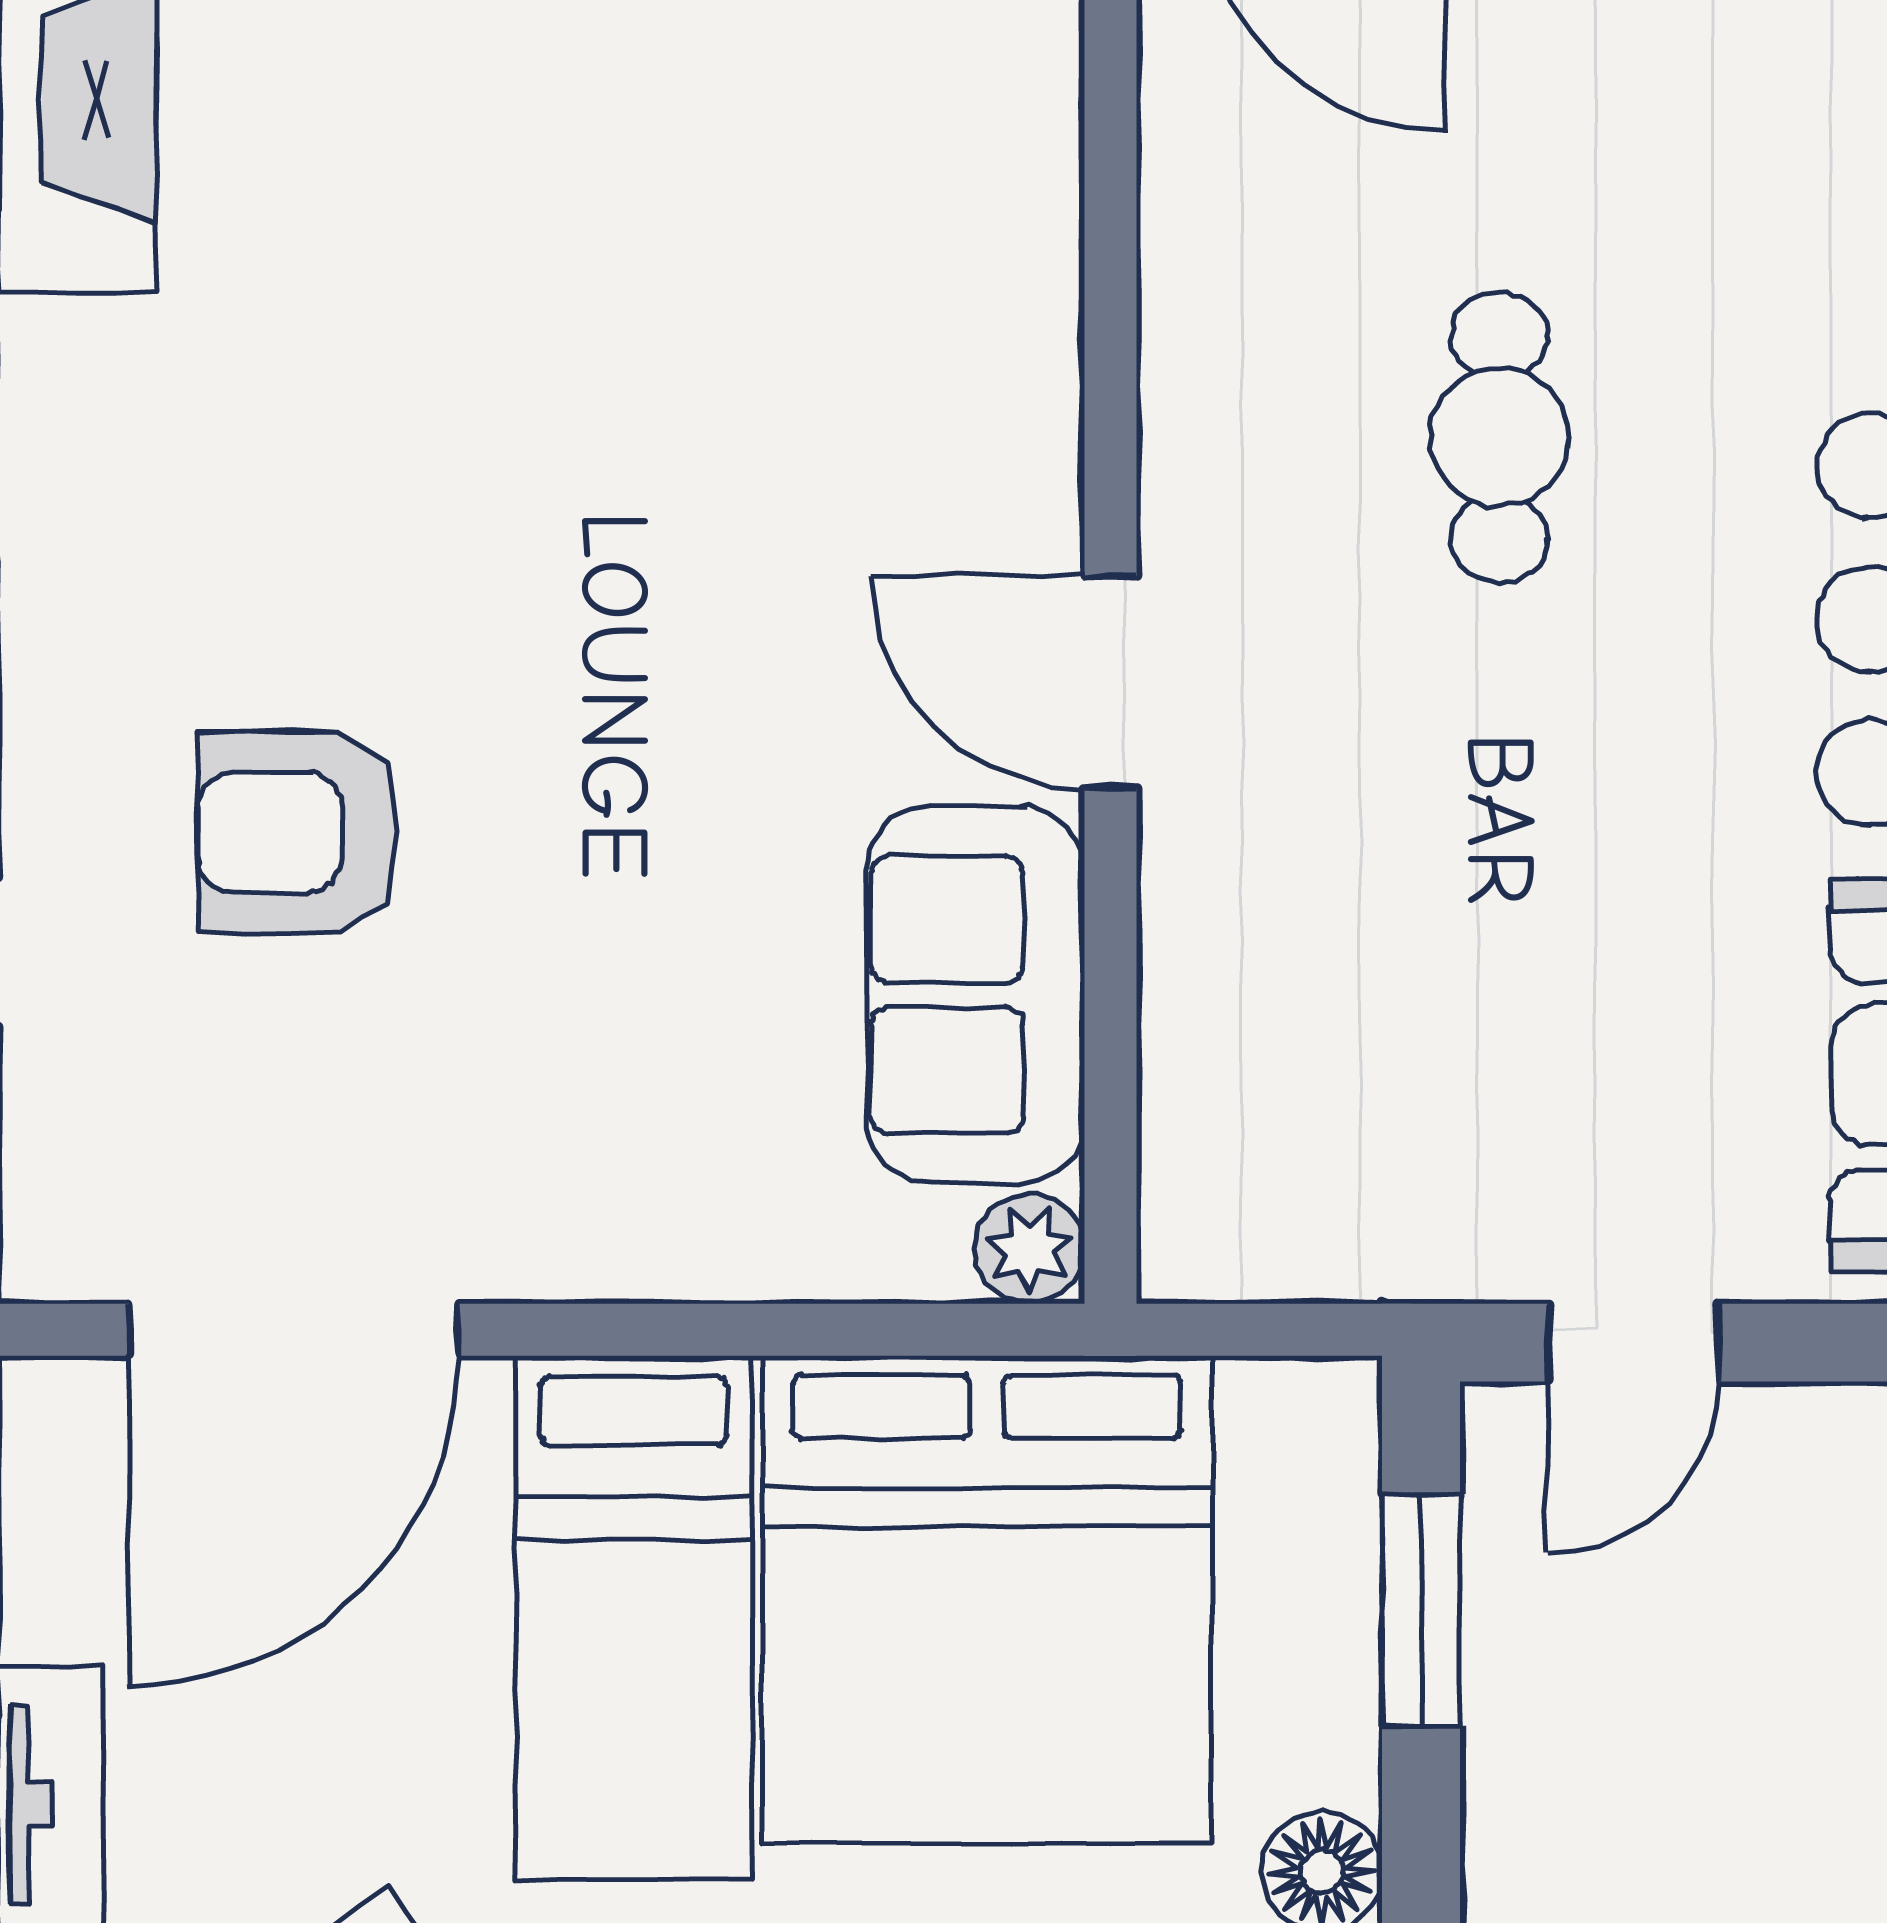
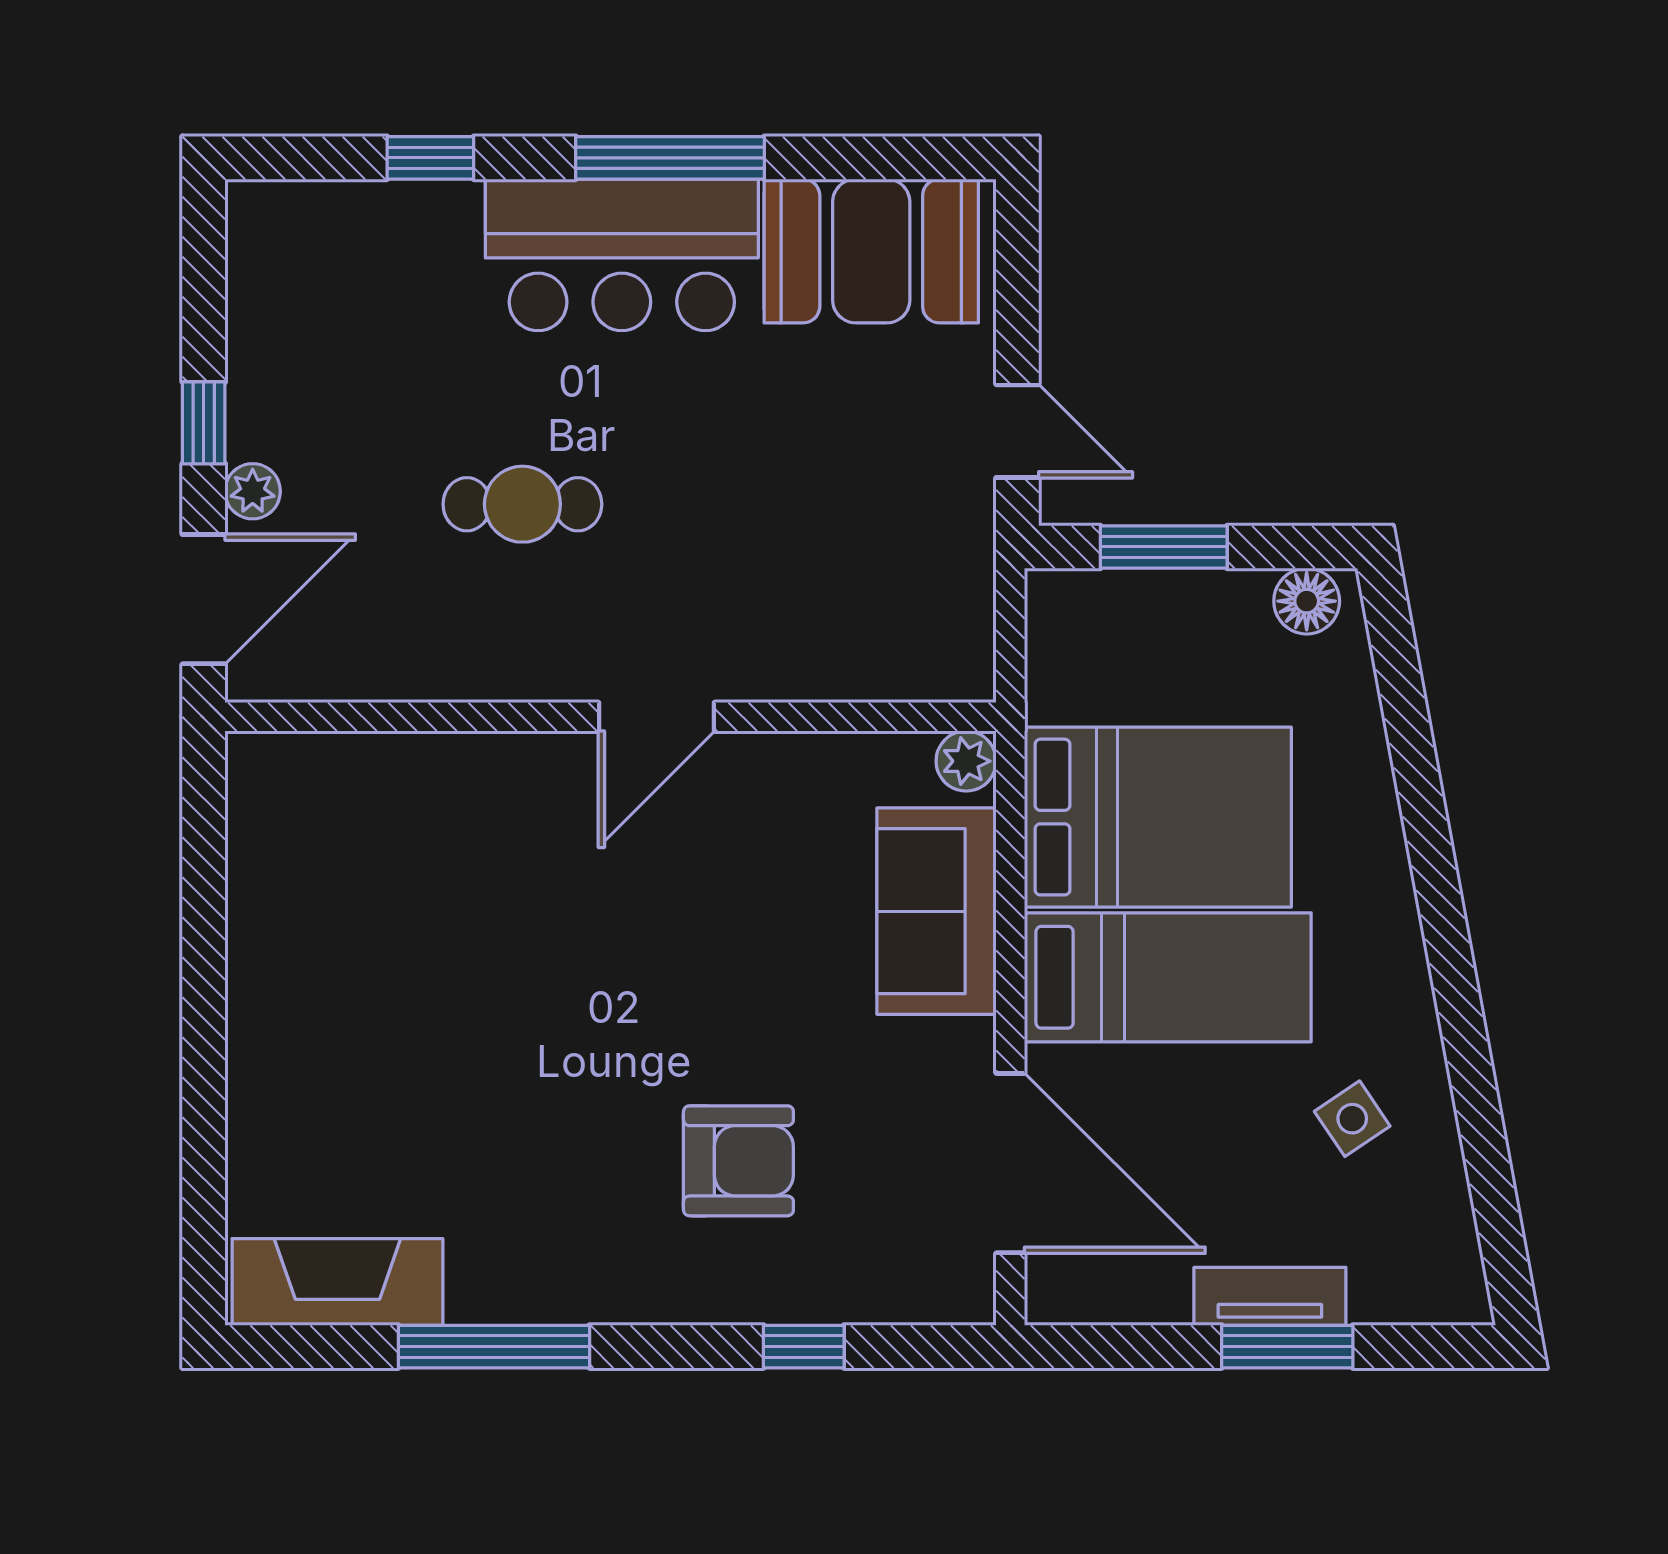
armchair: (298, 832) -> (738, 1161), turned -90
sofa: (975, 995) -> (937, 911), moved, turned 90
bed: (987, 1600) -> (1158, 817), width x0.73

